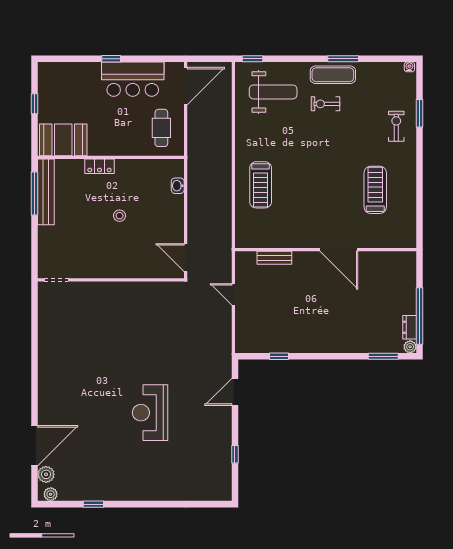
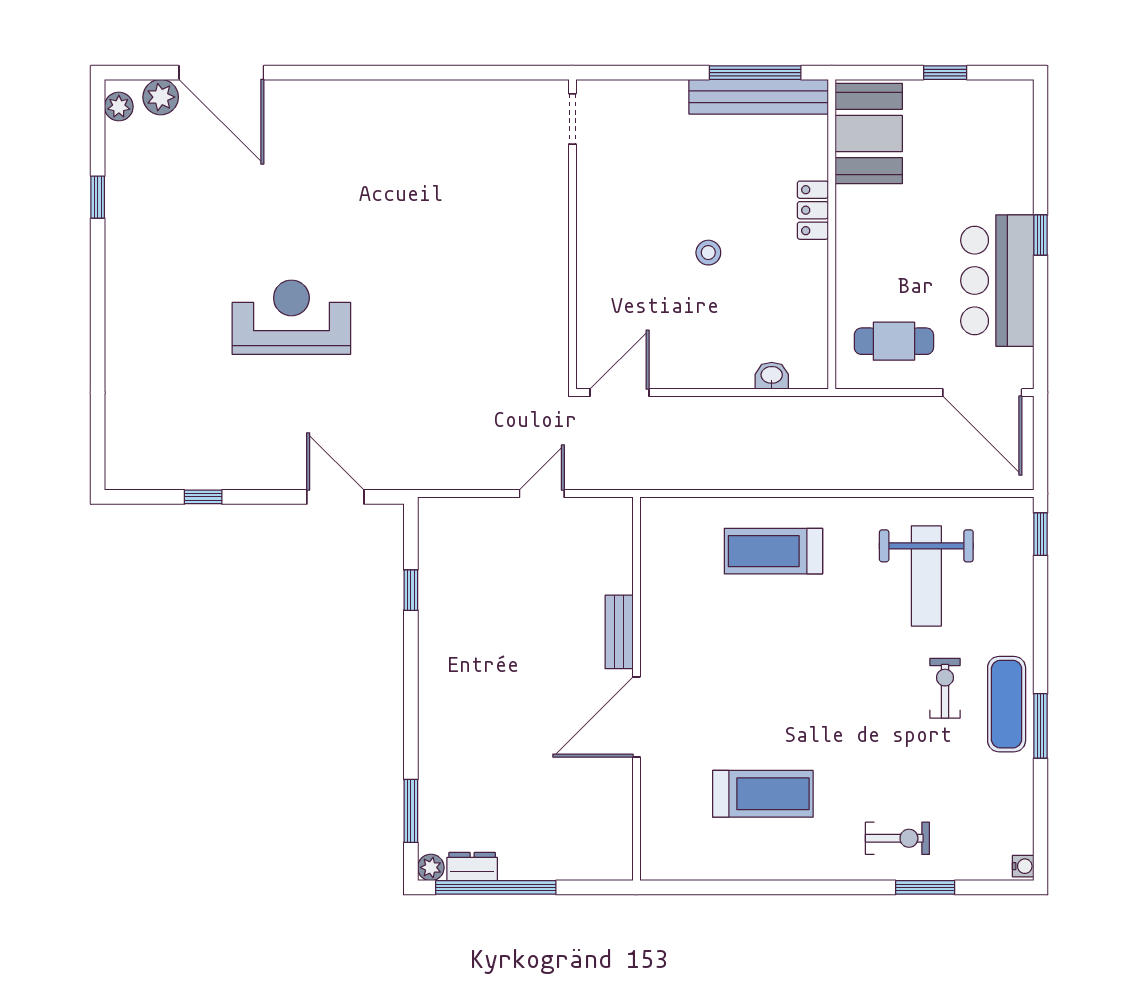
weight bench: (273, 92) -> (926, 576), moved
bench: (274, 258) -> (619, 632), moved

